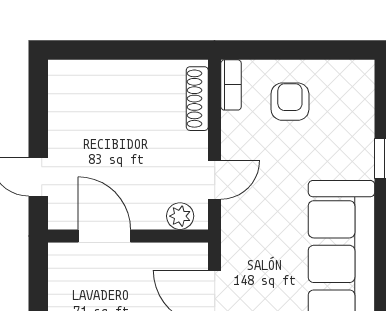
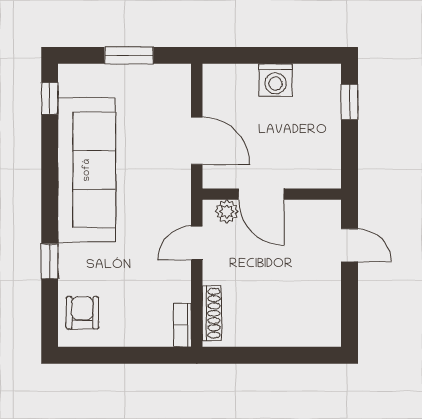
armchair: (290, 102) -> (82, 313), moved, turned 180
door: (104, 236) -> (261, 194), moved

